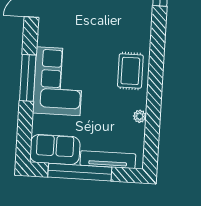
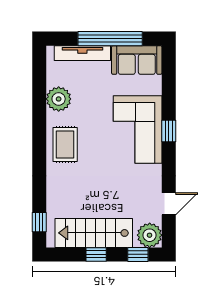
window: (28, 78) -> (169, 131), width x0.46
plant: (140, 116) -> (59, 99), width x1.88, depth x1.88

